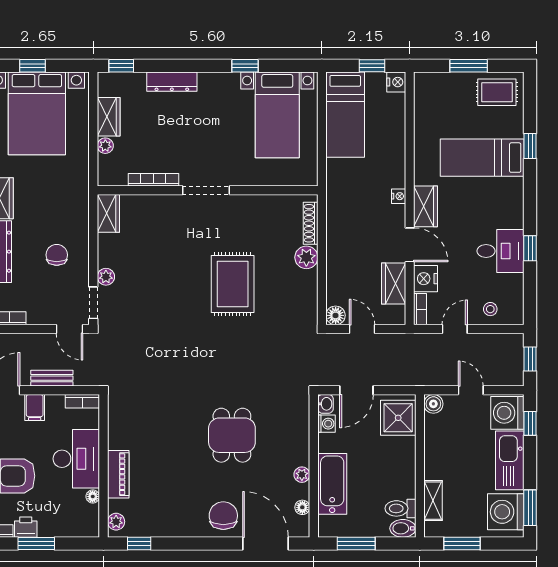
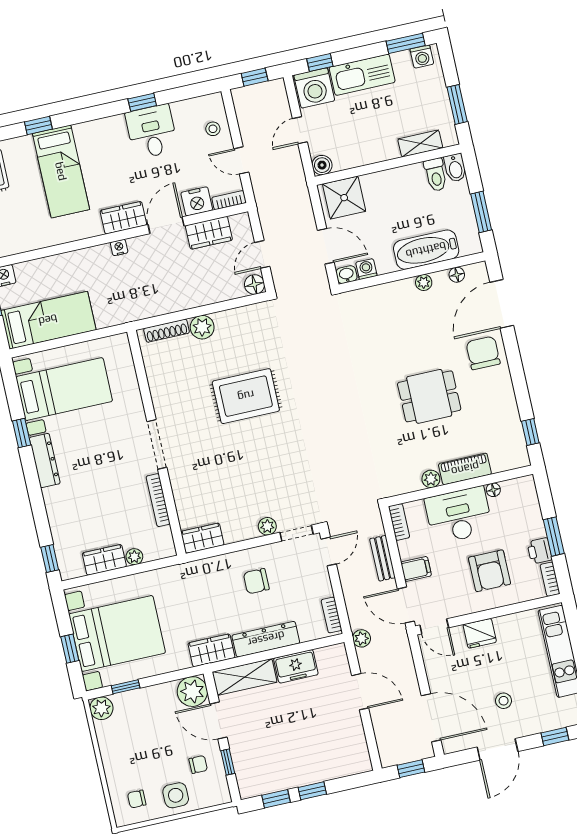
dresser: (172, 82) -> (45, 461), moved
dining table: (232, 435) -> (429, 396), moved
washing machine: (506, 512) -> (422, 57), width x0.53, depth x0.53
chair: (223, 516) -> (483, 353), turned 90
plant: (116, 522) -> (431, 479), moved

